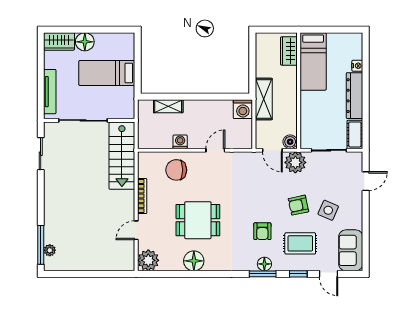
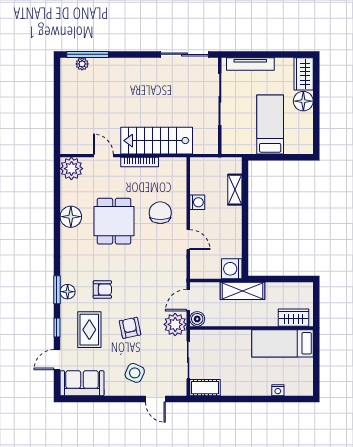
dresser: (354, 96) -> (246, 387), removed
sliding door: (41, 154) -> (185, 54), width x1.37
stairs: (122, 156) -> (157, 141), moved
chair: (176, 170) -> (160, 213), moved
side table: (328, 210) -> (135, 373), moved
armchair: (262, 231) -> (102, 289), turned 180

